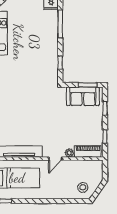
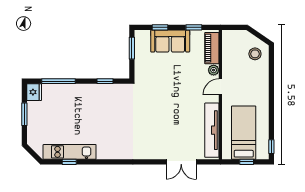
sofa: (83, 96) -> (170, 41), moved, turned 90
door: (55, 159) -> (220, 87), swing flipped

